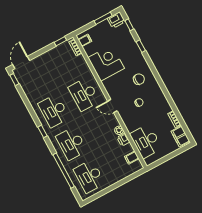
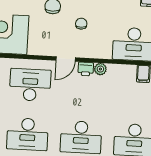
desk: (84, 94) -> (30, 85), turned 180
printer: (123, 140) -> (86, 69), moved

